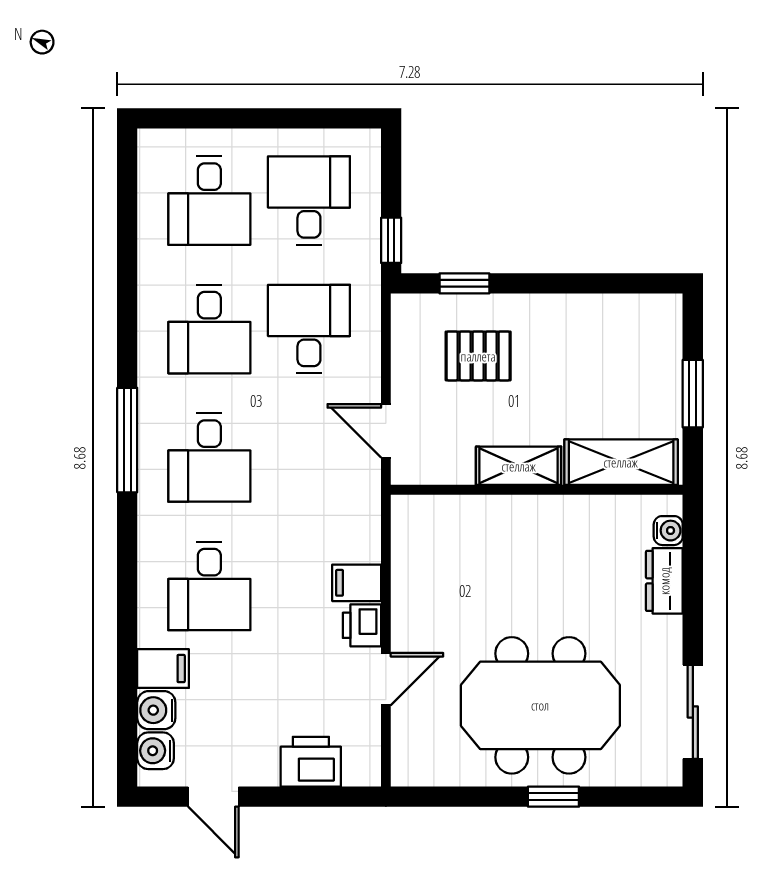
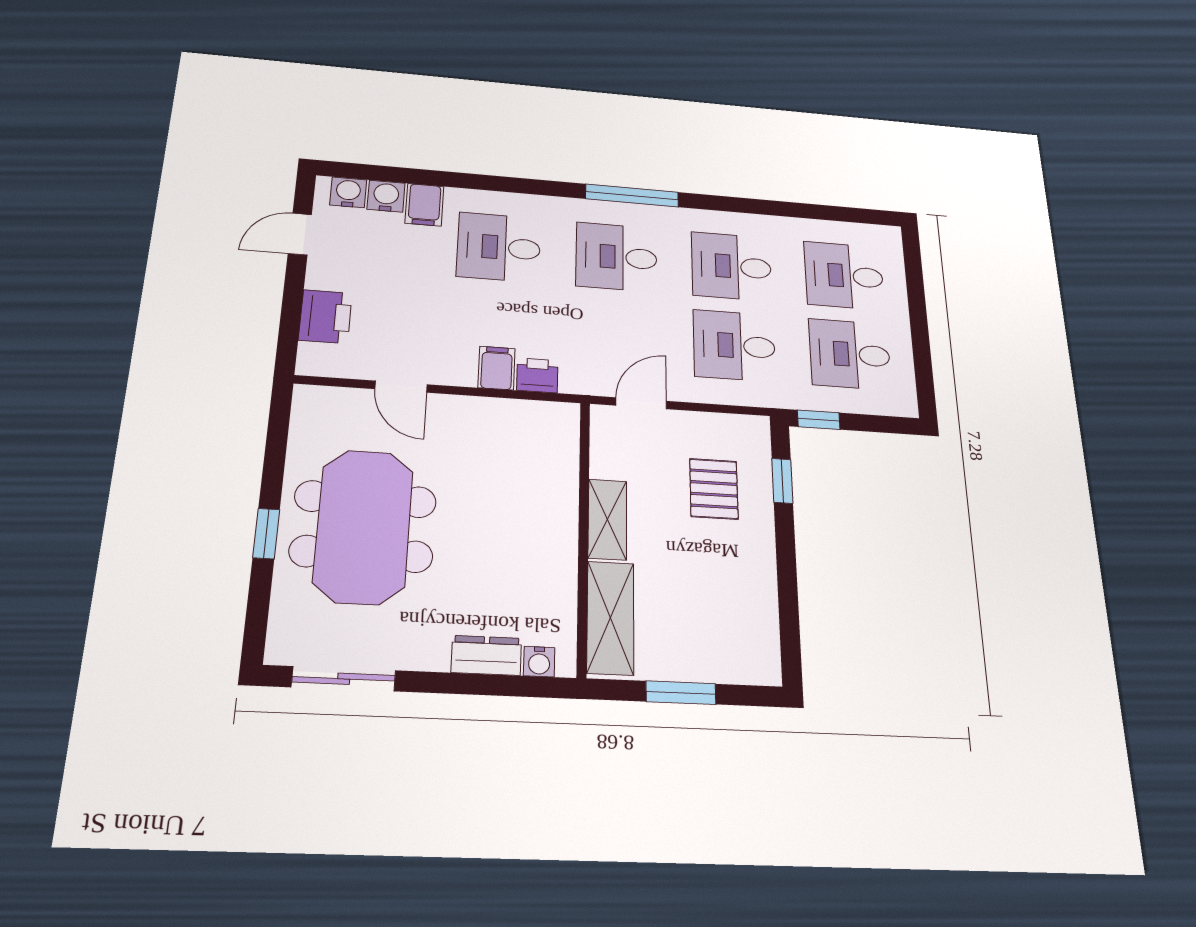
desk: (309, 201) -> (850, 354), turned 180
desk: (309, 329) -> (734, 346), turned 180
printer: (362, 625) -> (537, 375), moved

